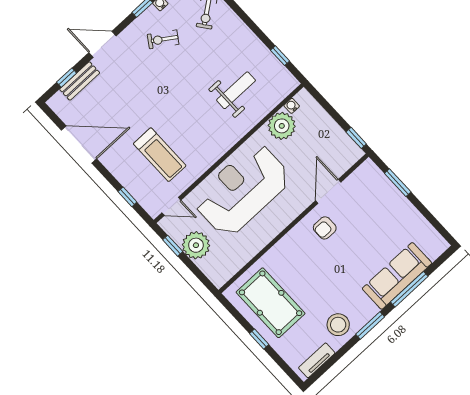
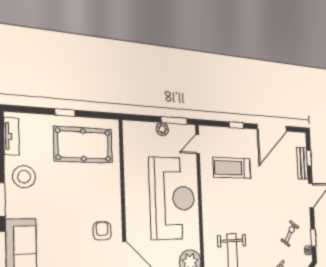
window: (127, 197) -> (236, 125), moved
plant: (196, 245) -> (162, 129), width x0.53, depth x0.53
window: (173, 246) -> (174, 121), width x1.50

